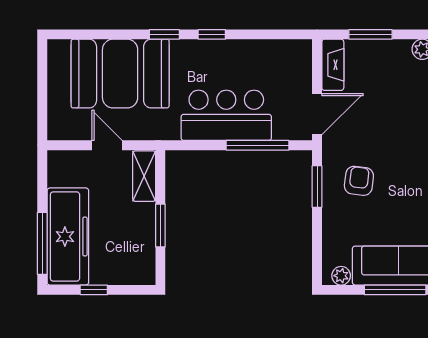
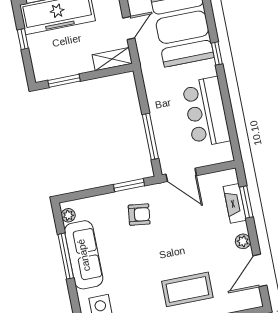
window: (212, 34) -> (224, 88), removed
fireplace: (333, 65) -> (235, 203), moved, turned 90
bar counter: (226, 115) -> (206, 112), moved, turned 180
window: (160, 225) -> (64, 81), moved

